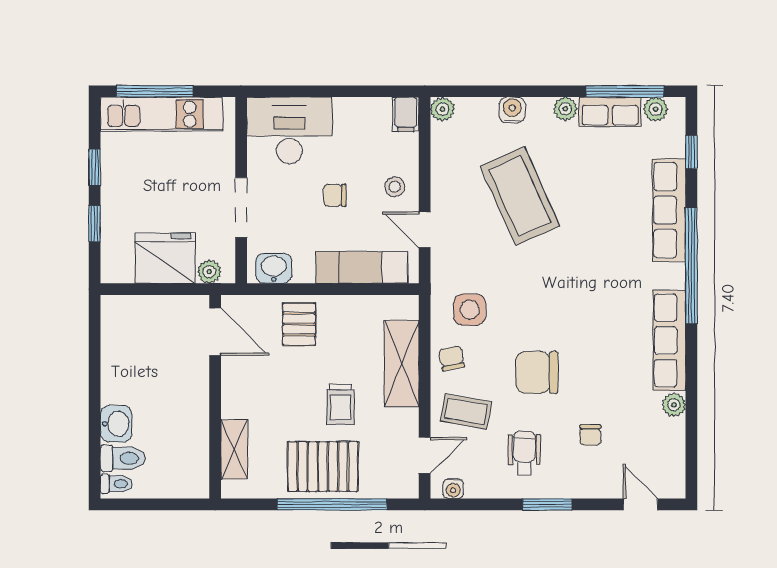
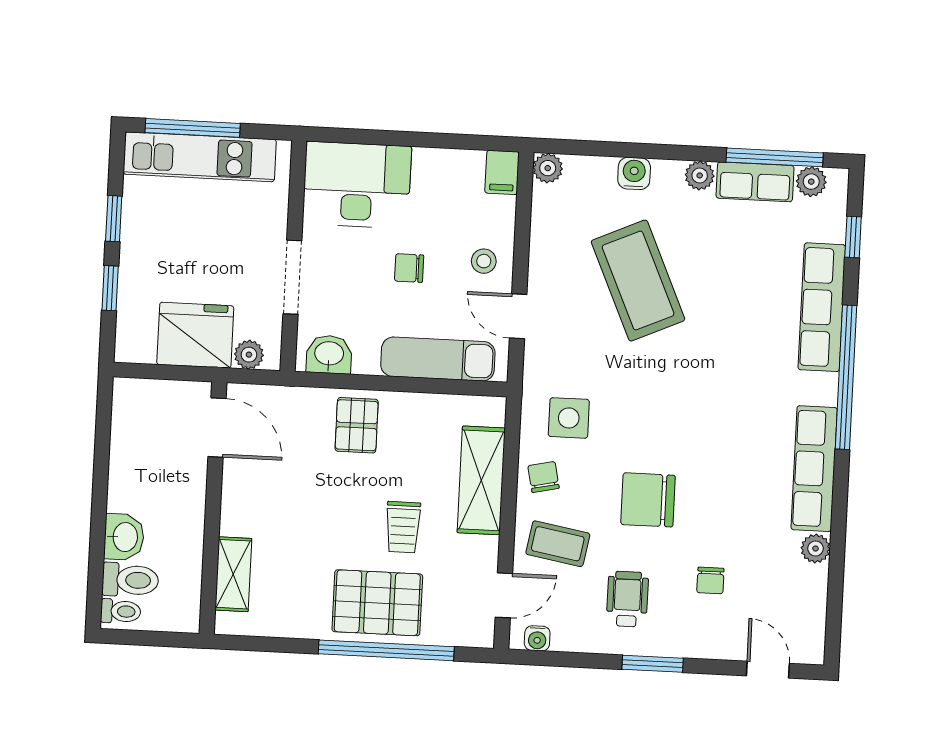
door: (215, 332) -> (217, 427), moved
wall: (215, 397) -> (213, 508), moved
shelving: (234, 449) -> (233, 574), moved

